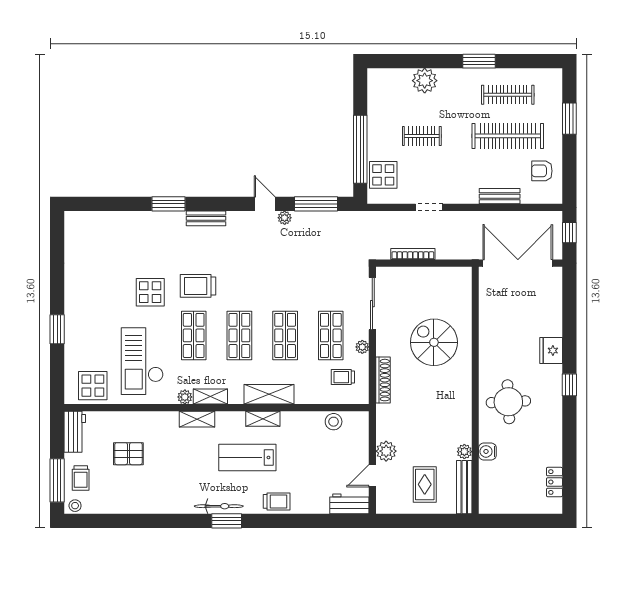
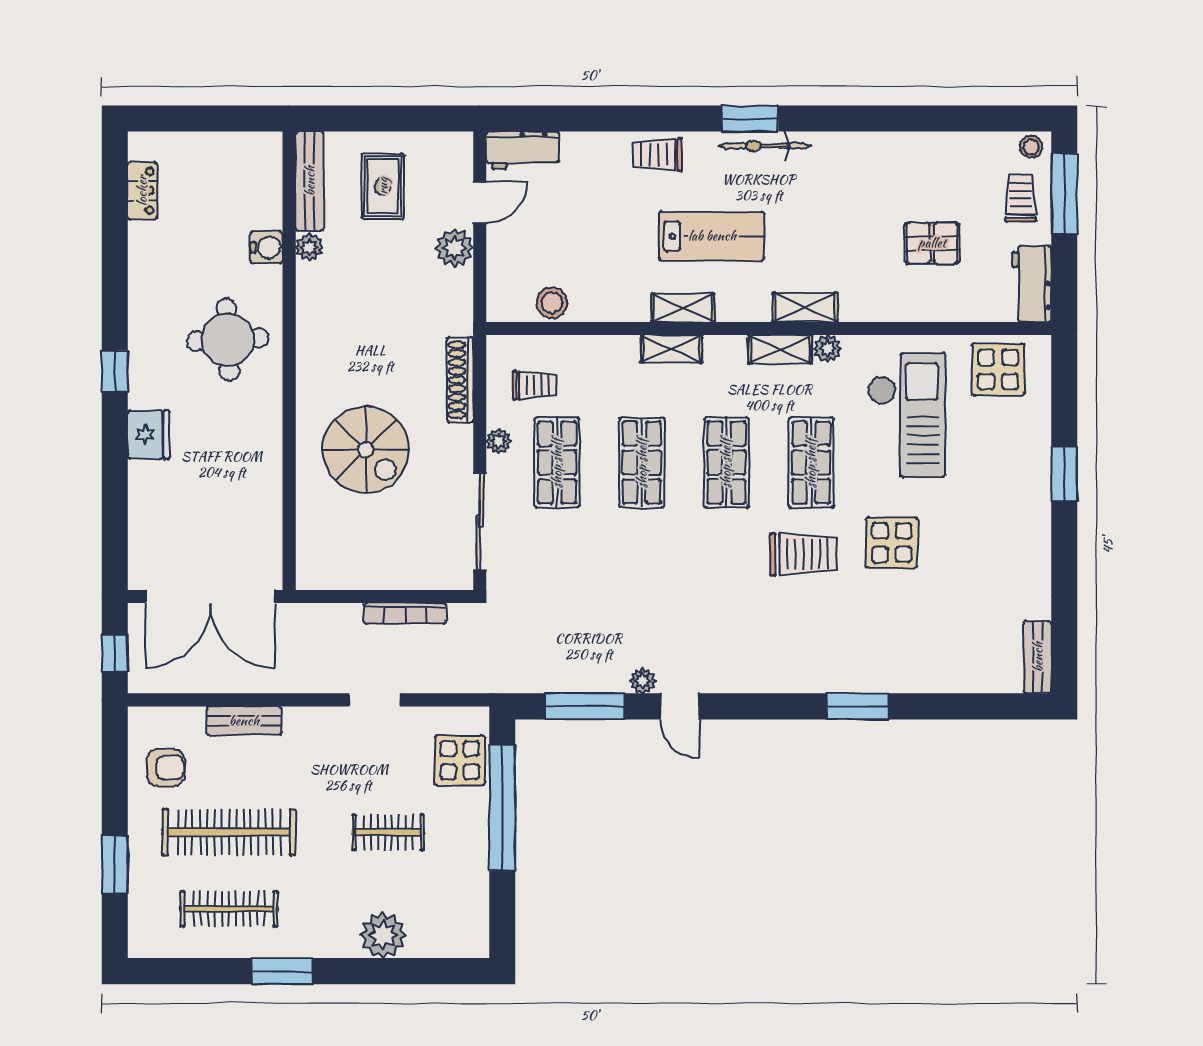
bench: (206, 218) -> (1038, 657), moved, turned 90
shelving: (269, 394) -> (671, 349), width x0.67, depth x0.75

